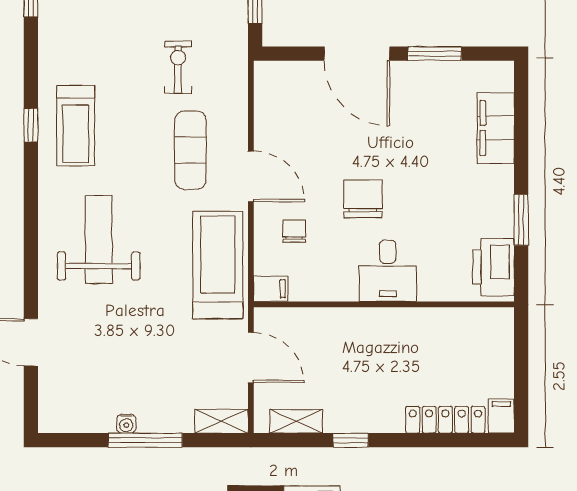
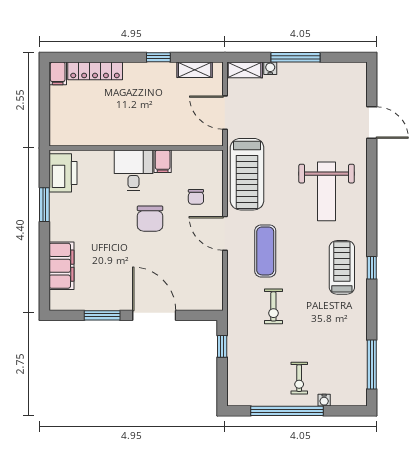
filing cabinet: (271, 289) -> (163, 161), moved, turned -90
water cooler: (126, 424) -> (270, 68), moved

